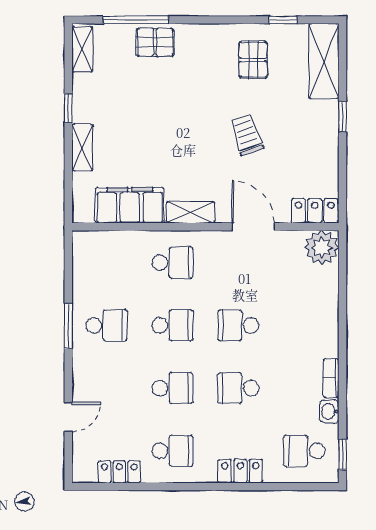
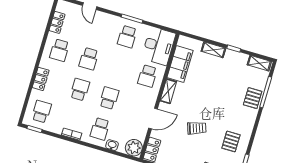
pallet: (253, 60) -> (231, 141), turned 90
desk: (107, 258) -> (159, 46), added
school desk: (172, 325) -> (100, 129), moved
washbasin: (329, 411) -> (112, 145), moved

